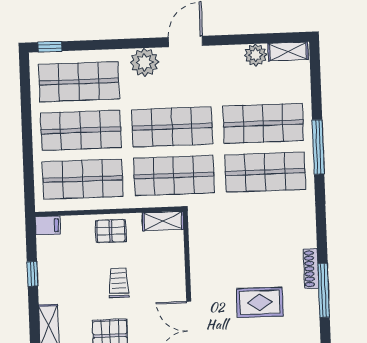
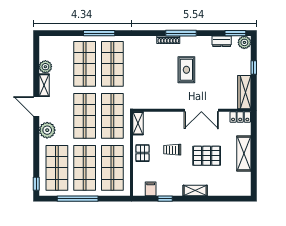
shelving: (288, 51) -> (44, 85), moved
window: (26, 120) -> (78, 199), added
filing cabinet: (48, 226) -> (151, 189), moved

